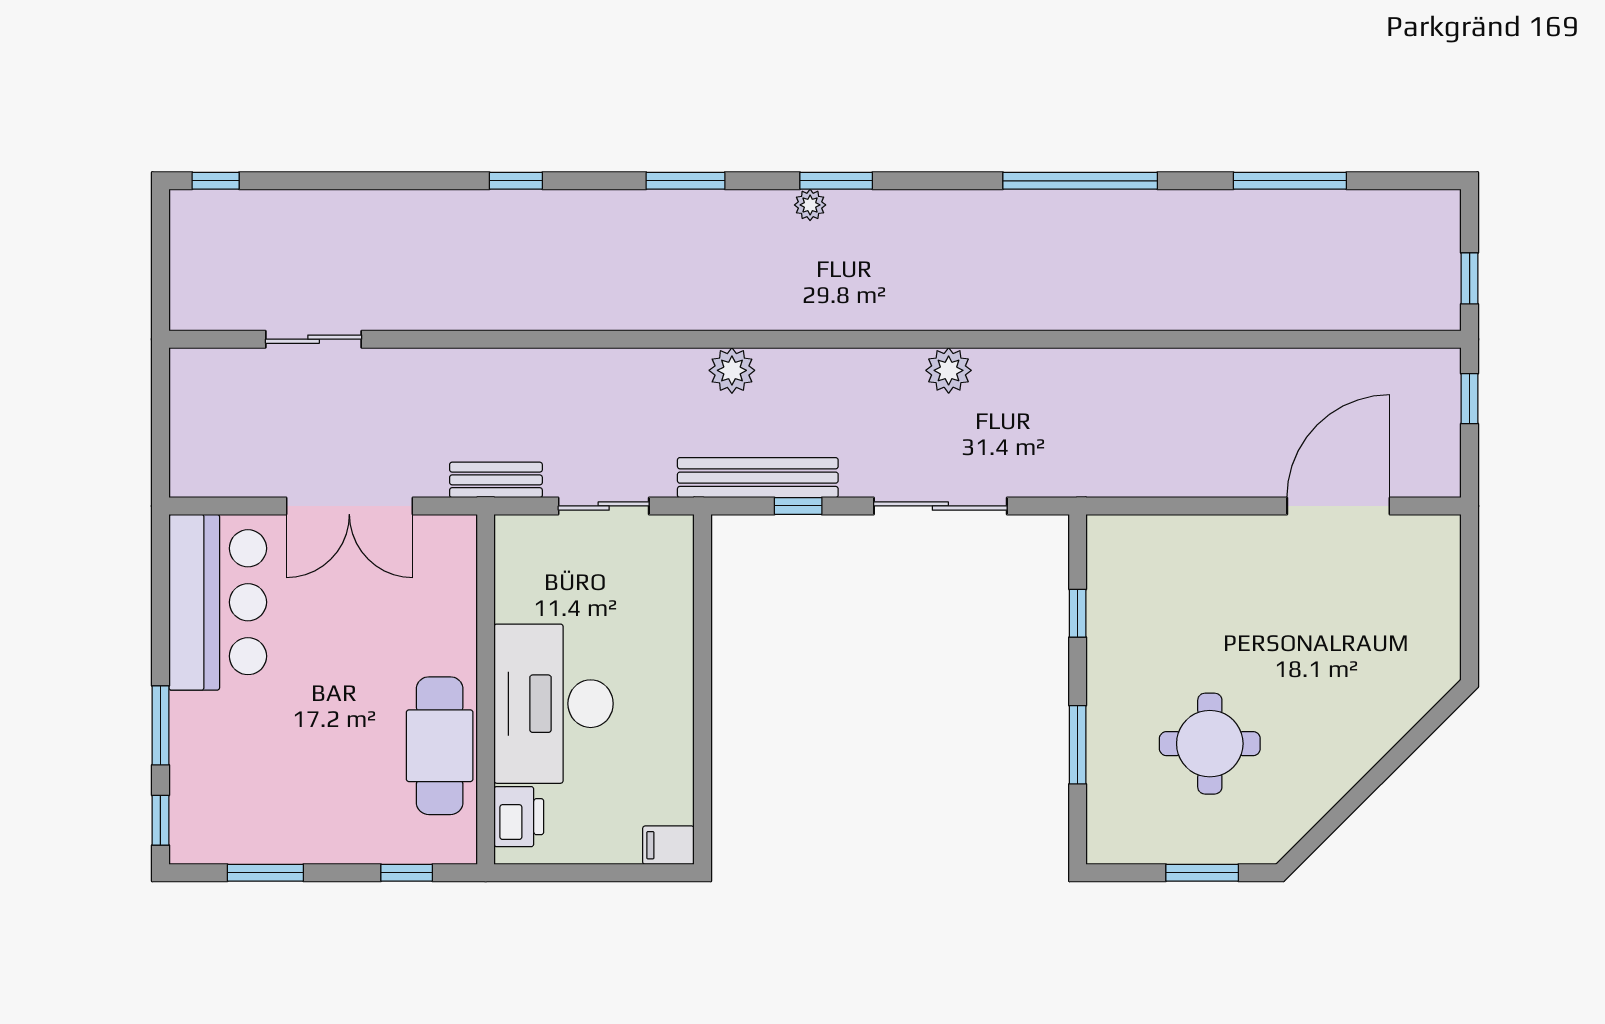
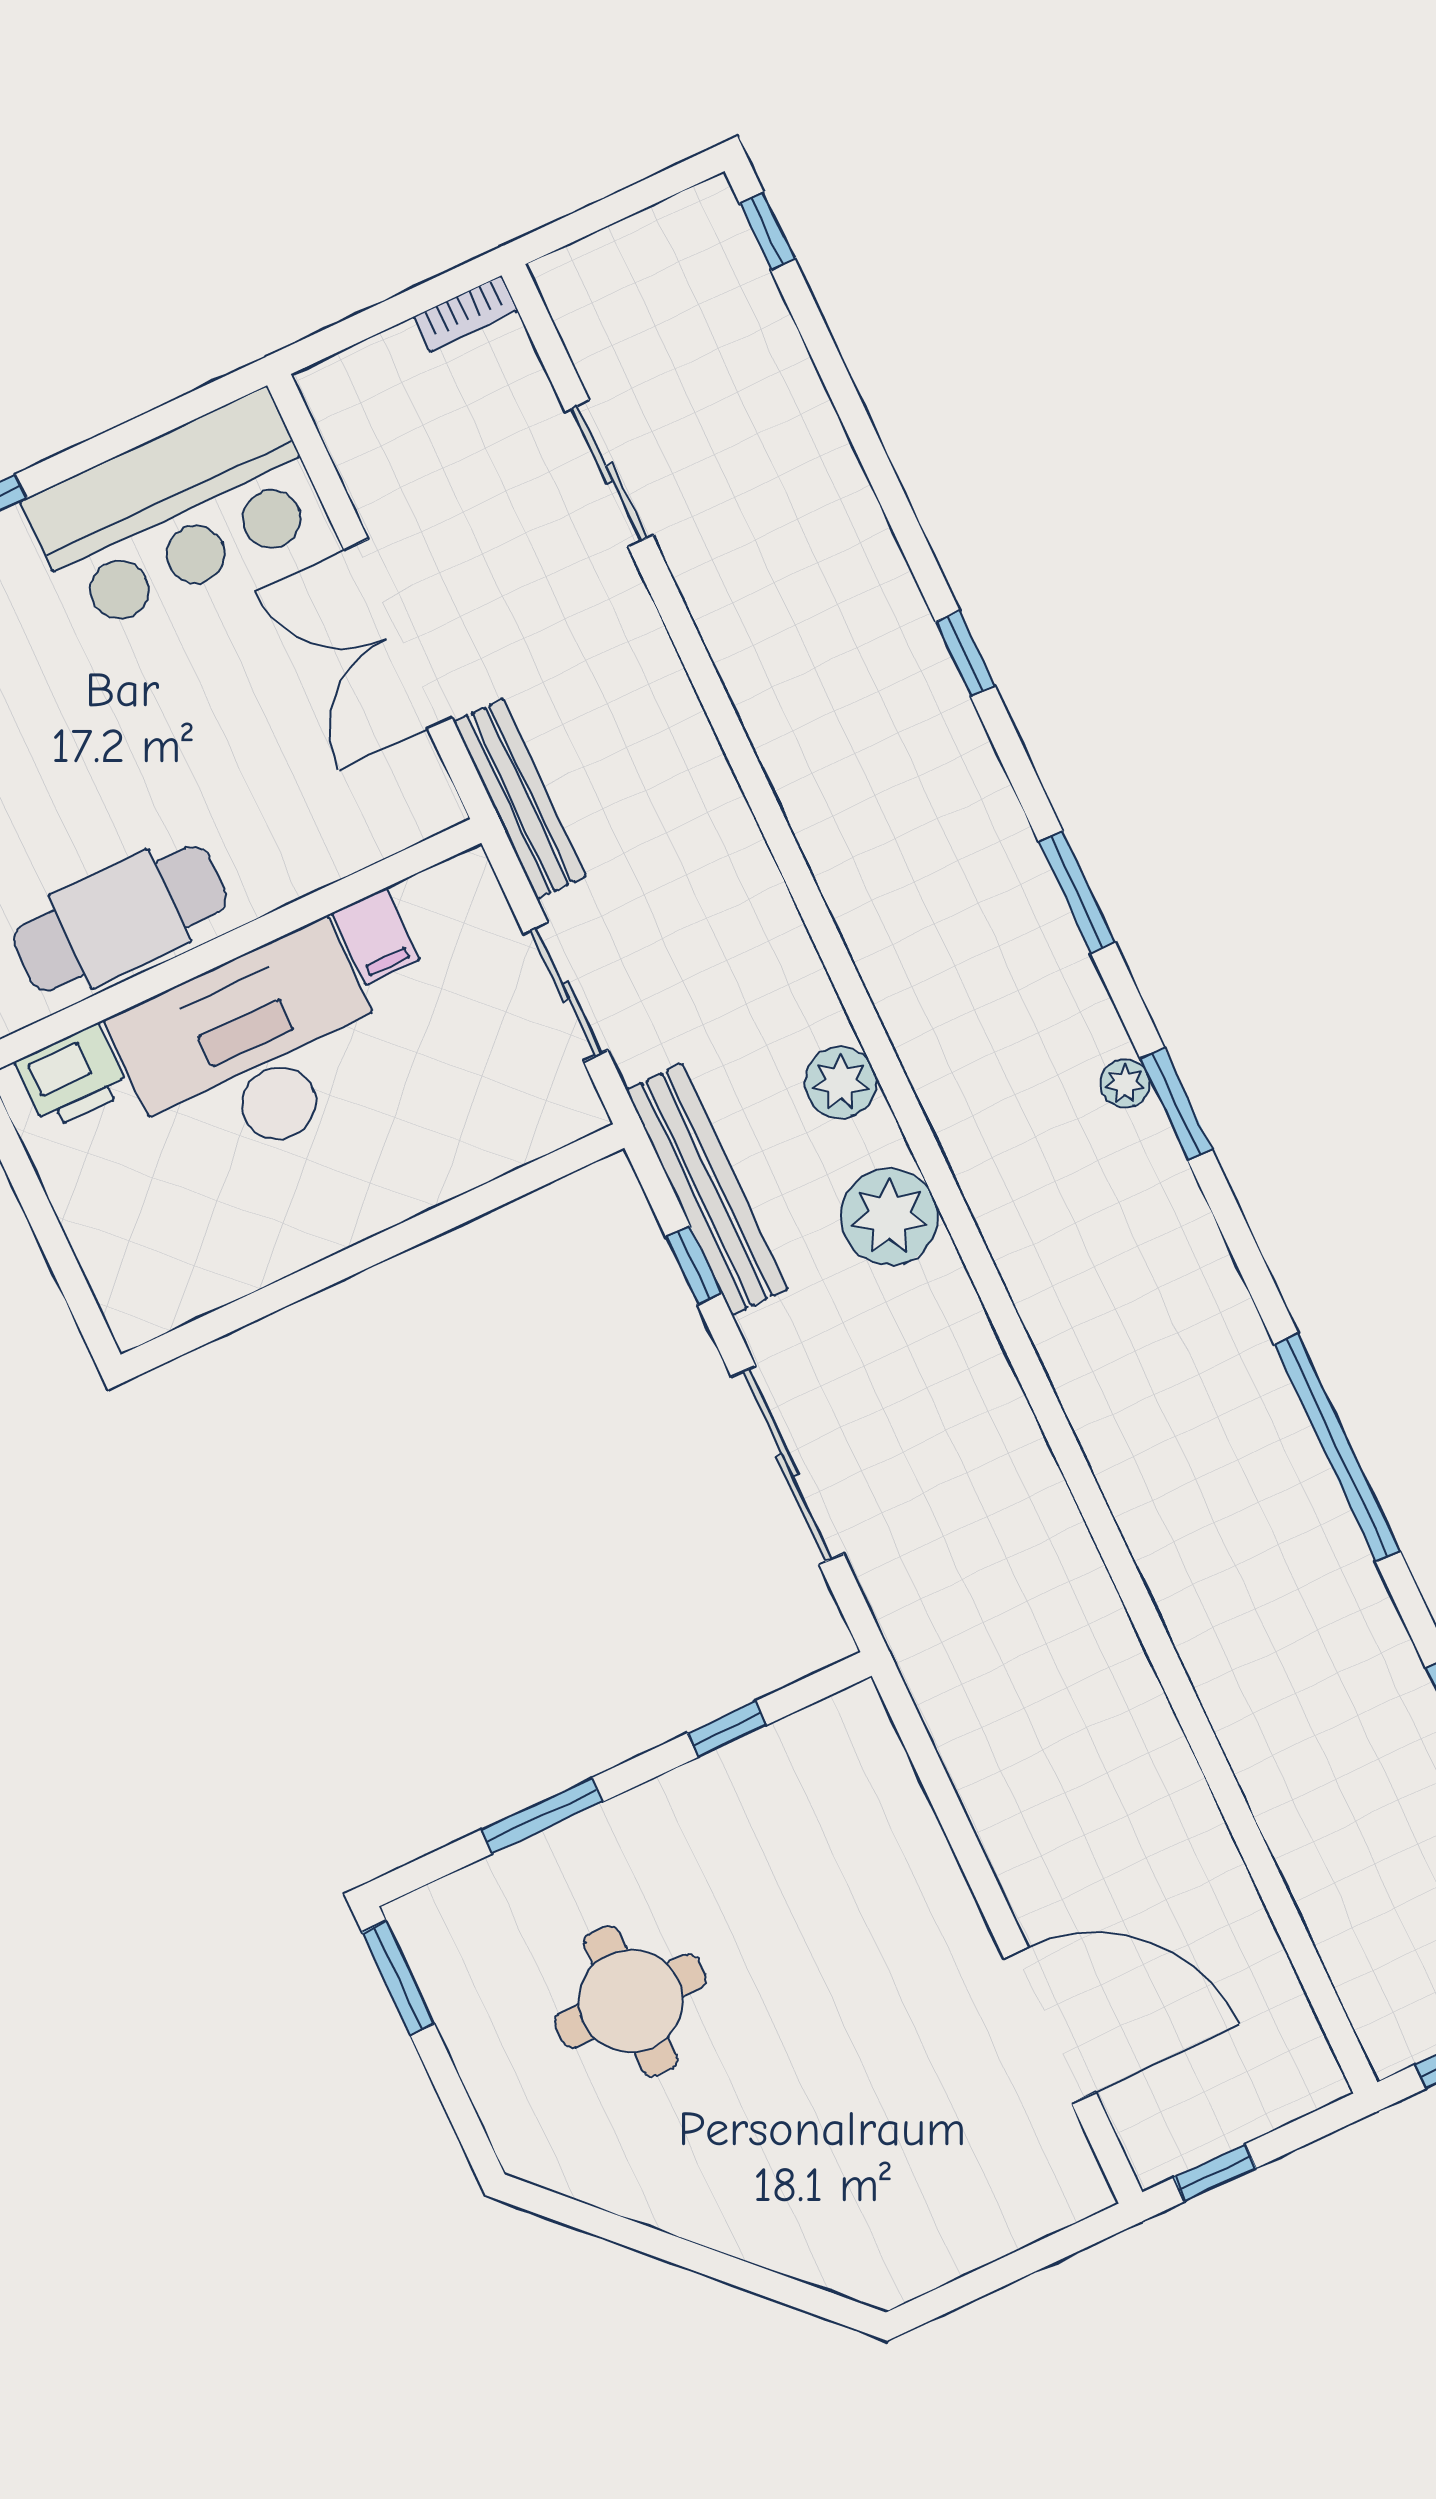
plant: (949, 370) -> (889, 1217), moved, width x1.36, depth x1.36
bookcase: (181, 379) -> (466, 314), added
window: (1470, 399) -> (1215, 2173), moved
bench: (496, 480) -> (520, 799), width x1.36
filing cabinet: (668, 845) -> (376, 936), moved, turned 180
window: (1202, 873) -> (398, 1978), moved

